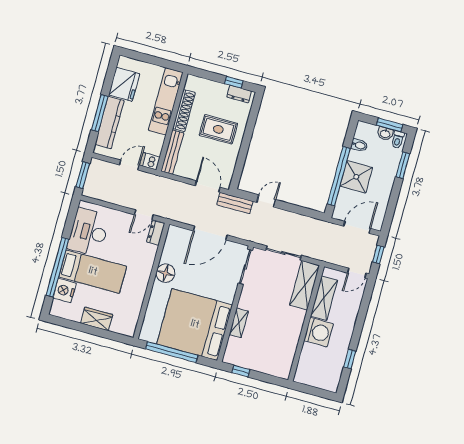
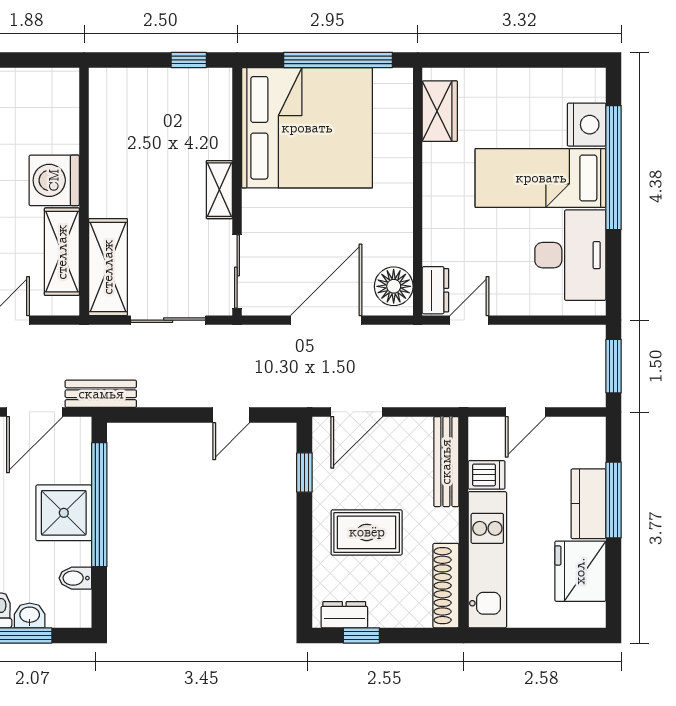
shoe rack: (184, 111) -> (446, 586), moved
kitchen counter: (110, 123) -> (588, 504), width x0.67
dishwasher: (150, 161) -> (487, 475), moved
window: (240, 165) -> (304, 472), added
door: (208, 186) -> (357, 412), hinge flipped
bench: (235, 203) -> (101, 394), moved
floor lamp: (165, 273) -> (394, 286), moved
wardrobe: (97, 319) -> (440, 111), moved, turned -90
shelving: (239, 323) -> (219, 190), moved

